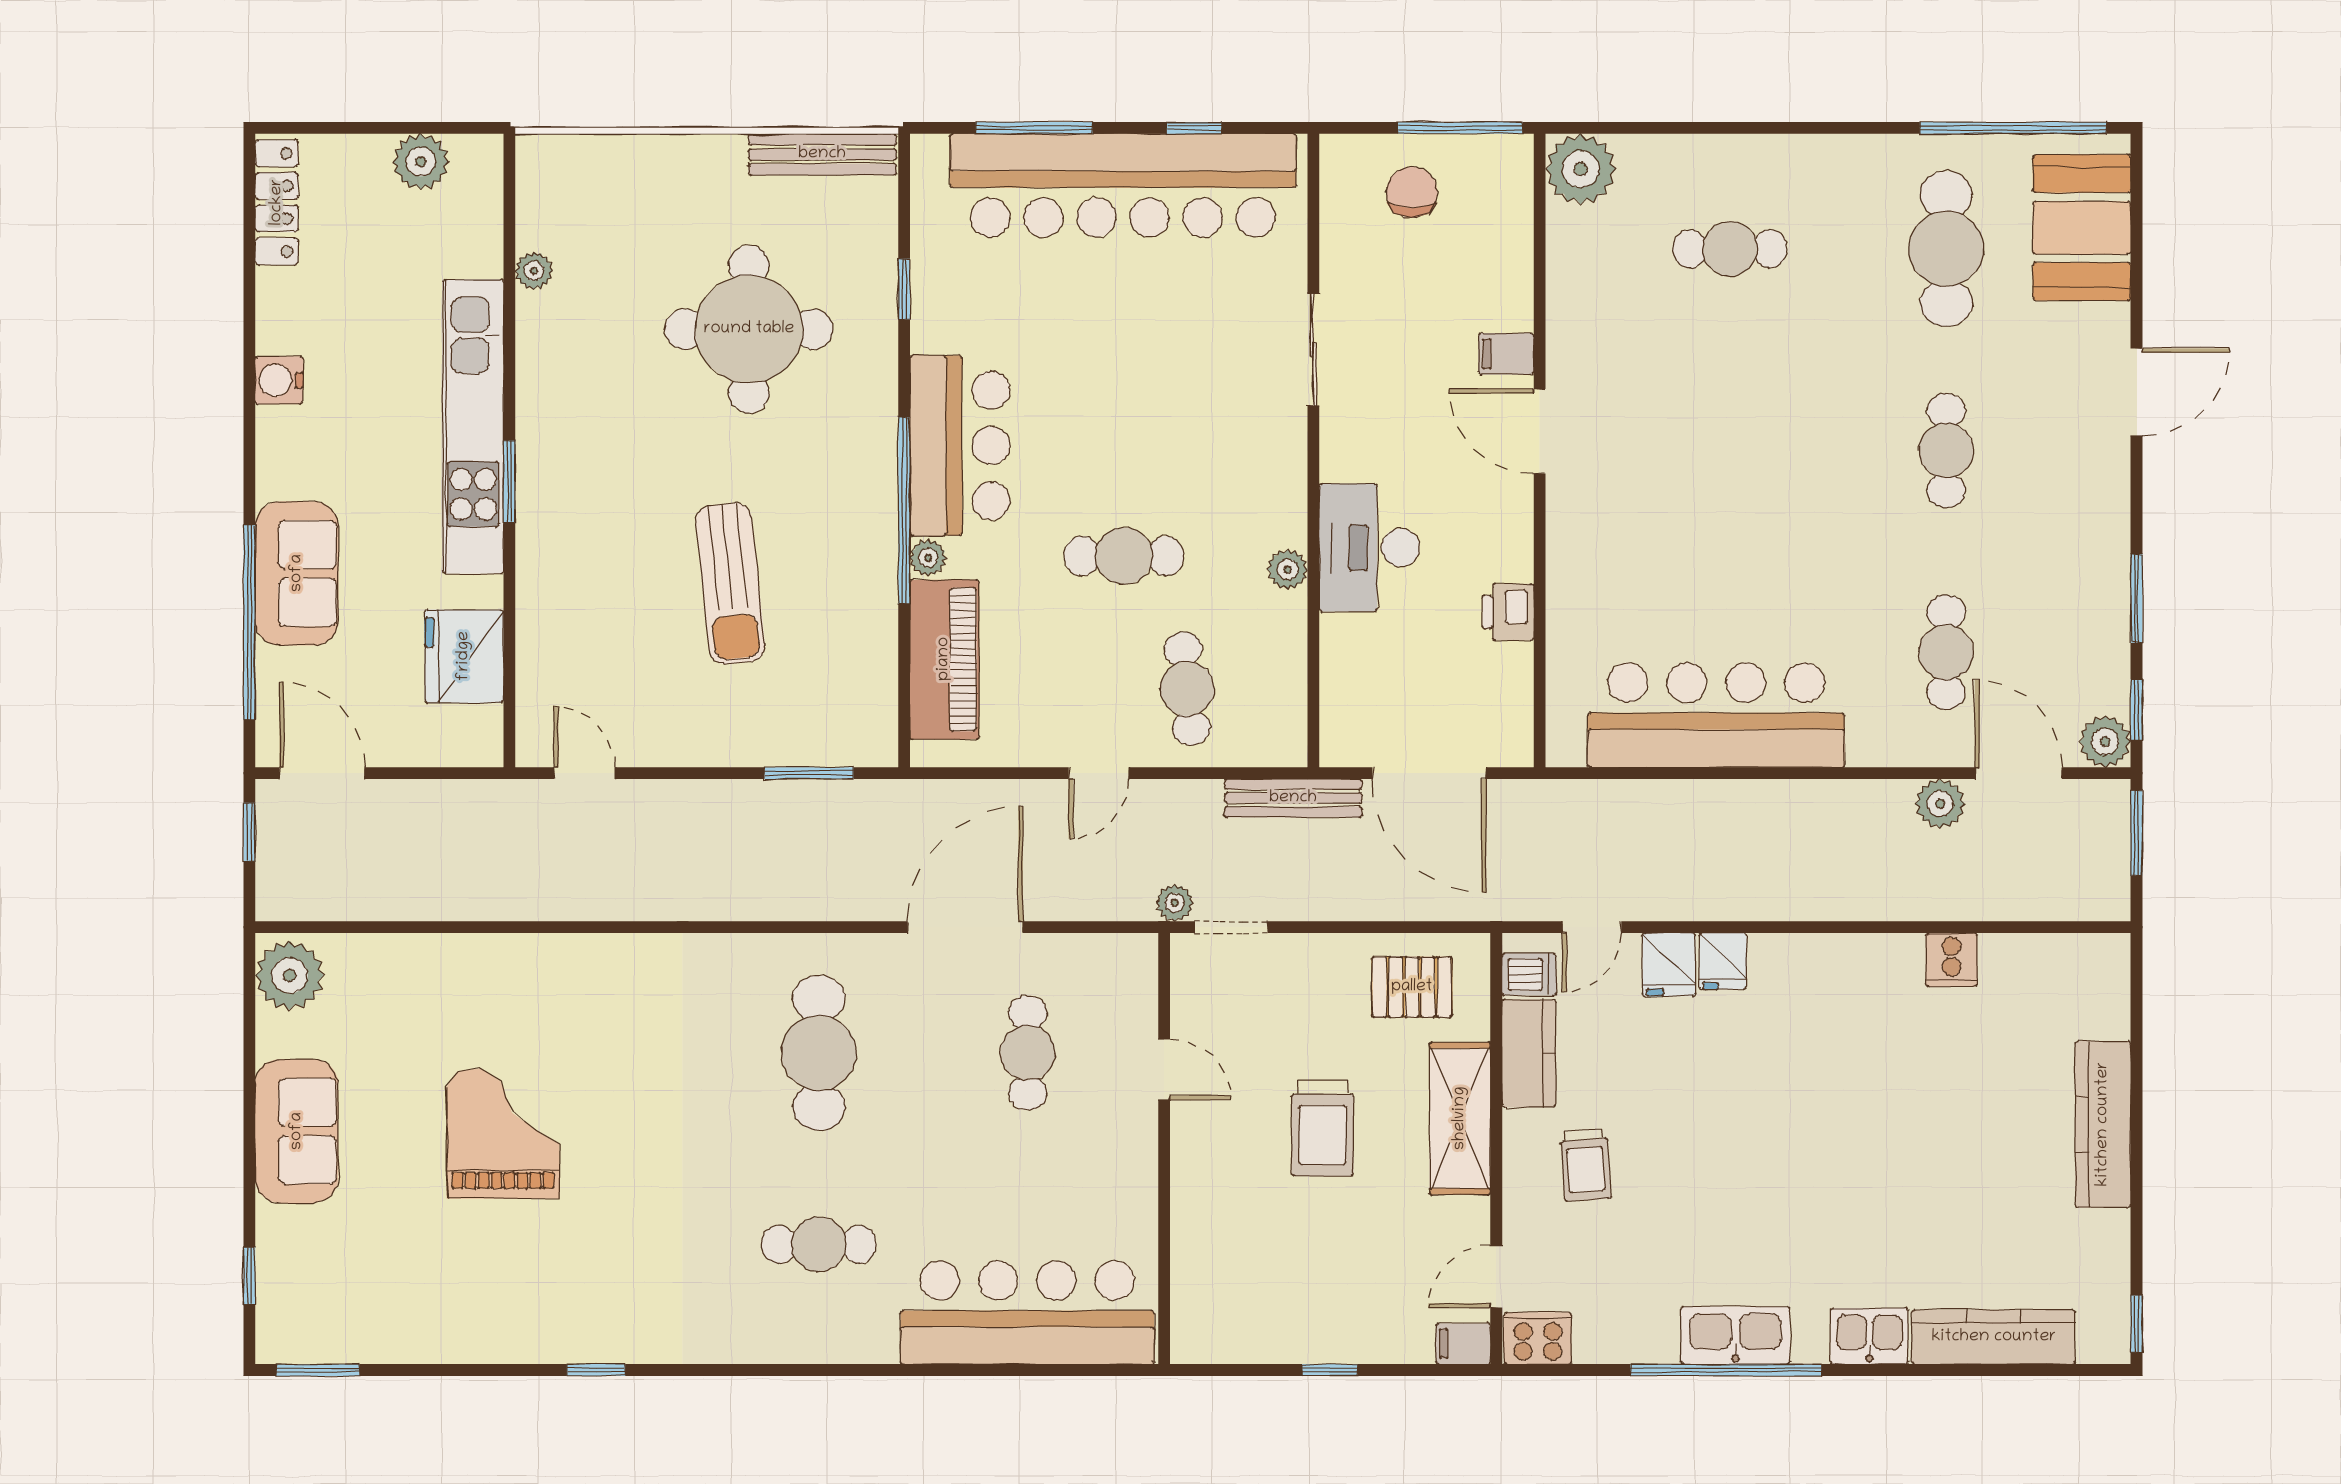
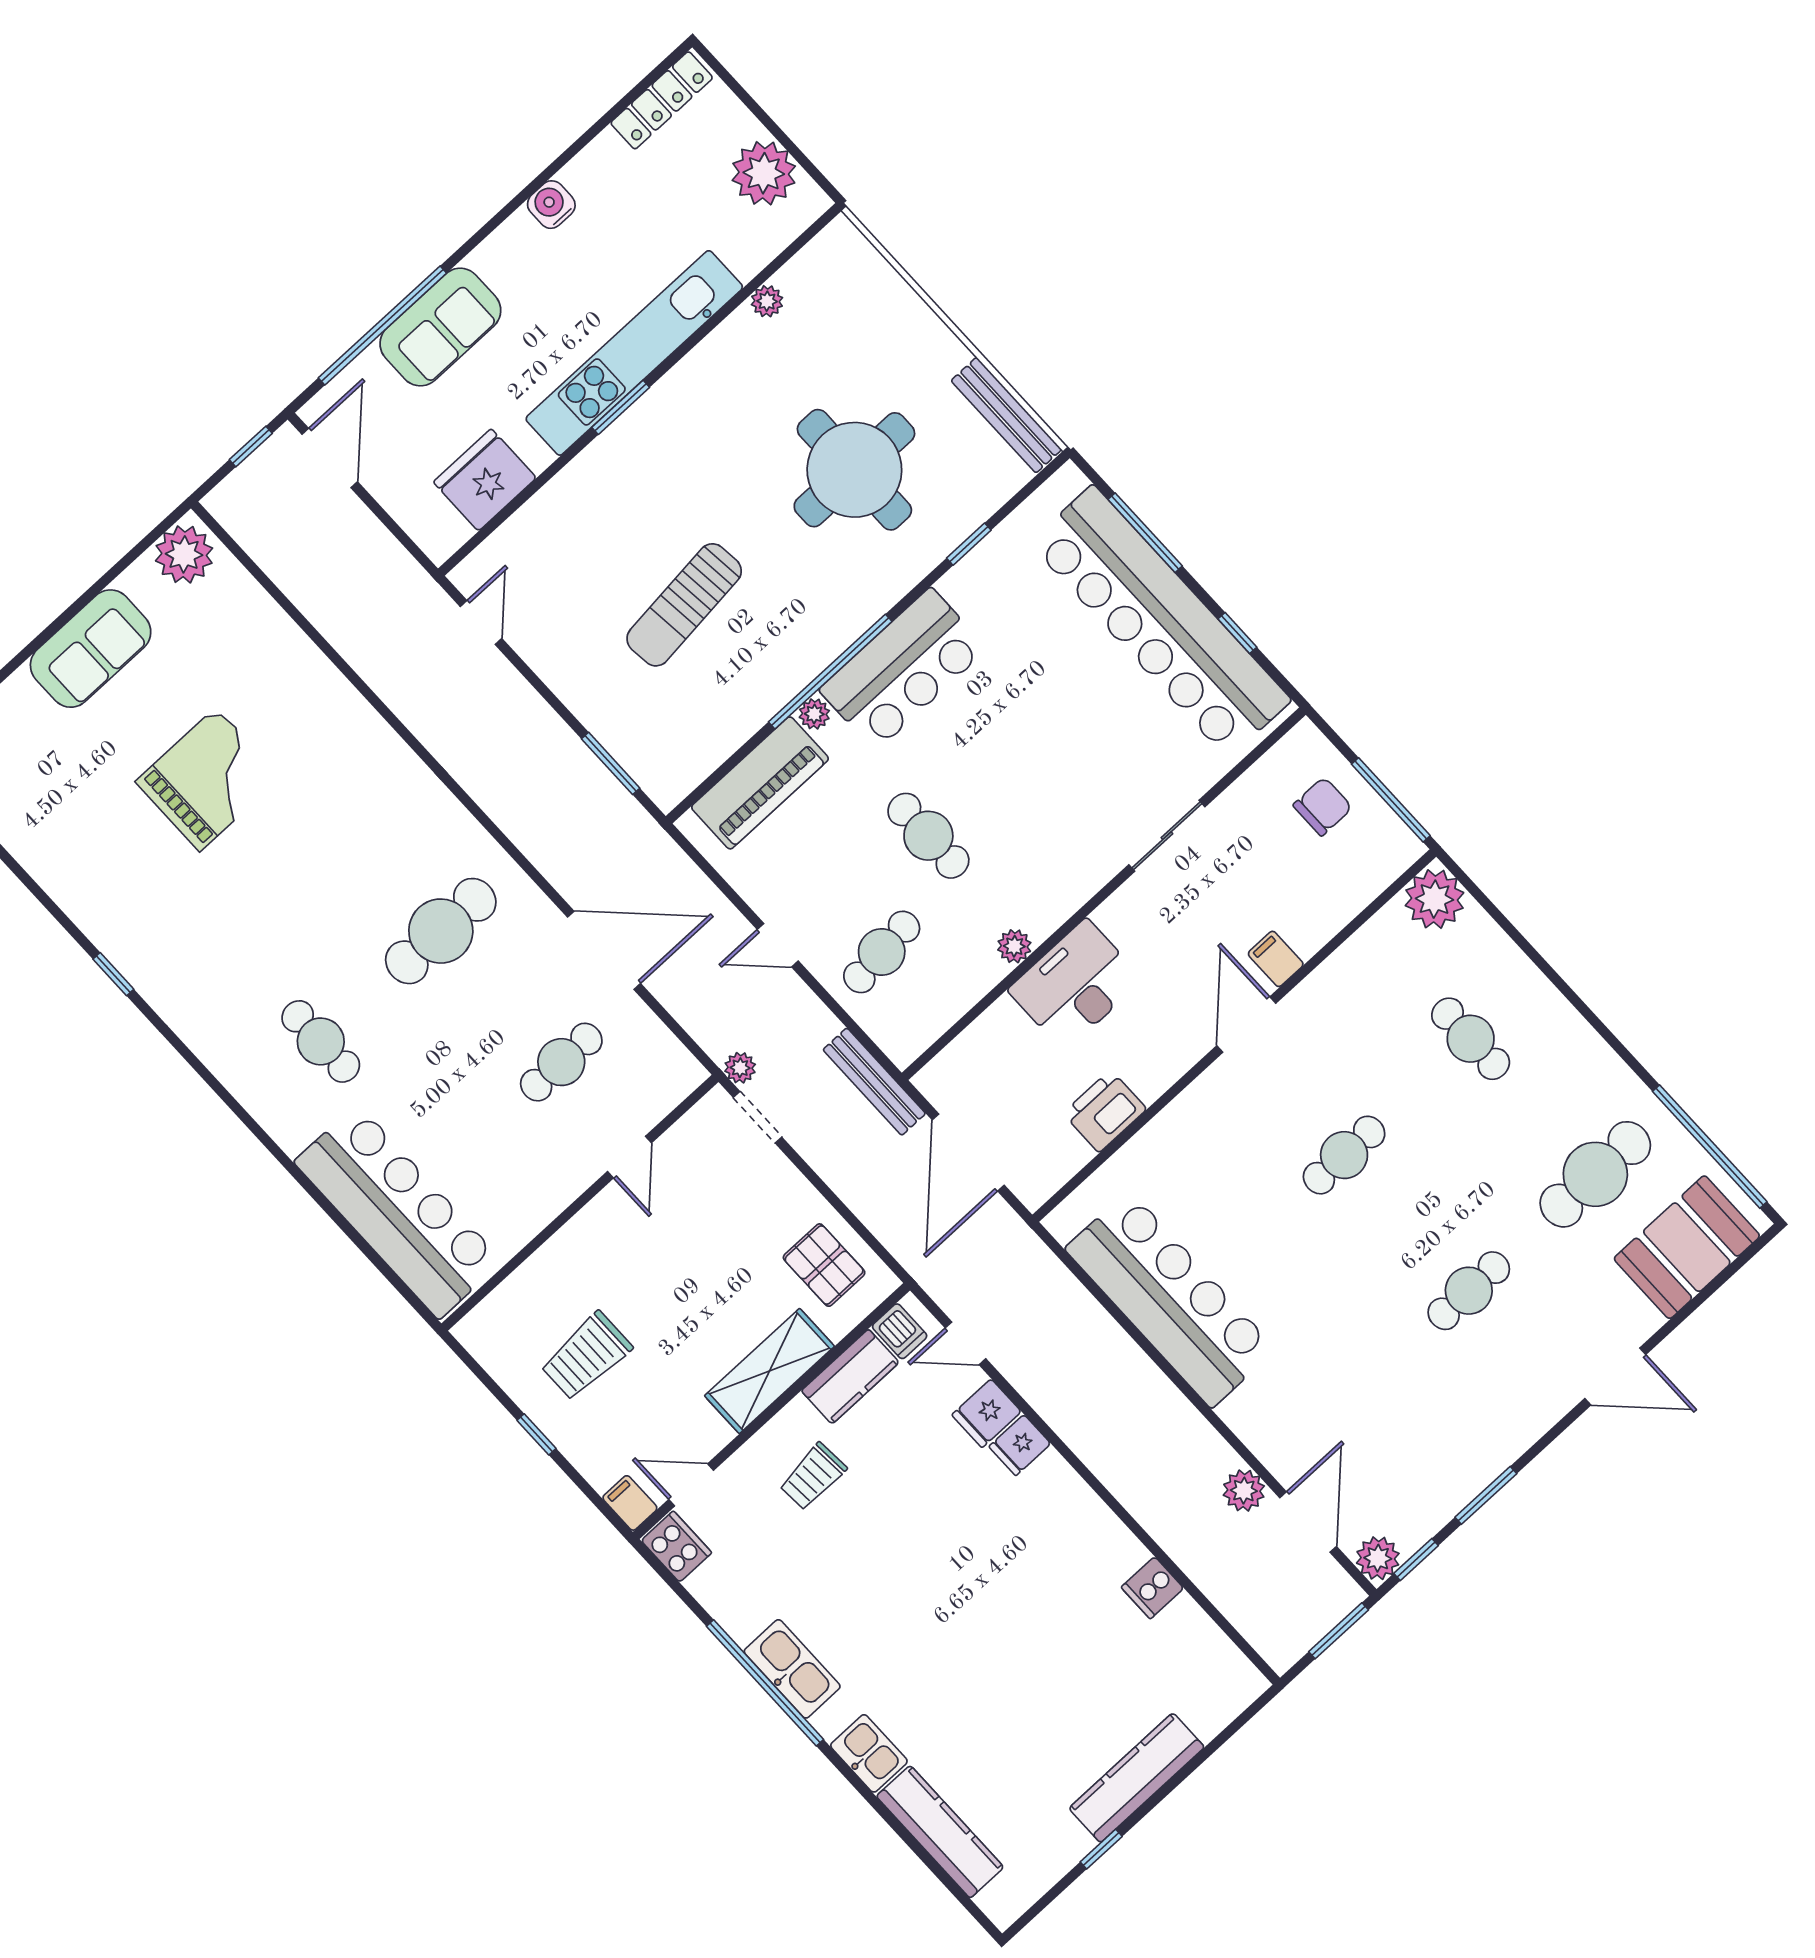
plant: (421, 162) -> (764, 173), width x1.36, depth x1.36
printer: (1508, 612) -> (1105, 1111), width x1.36, depth x1.24
cafe table: (1946, 652) -> (1344, 1155), moved
trolley: (1323, 1128) -> (586, 1356), moved
window: (2137, 1324) -> (1101, 1849), moved

